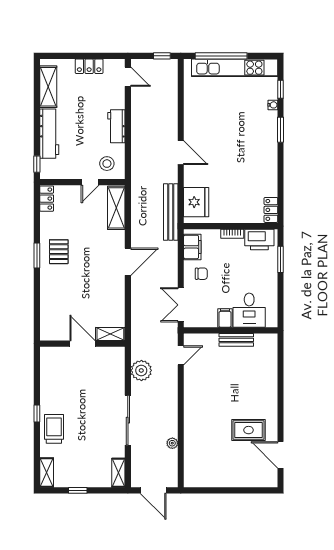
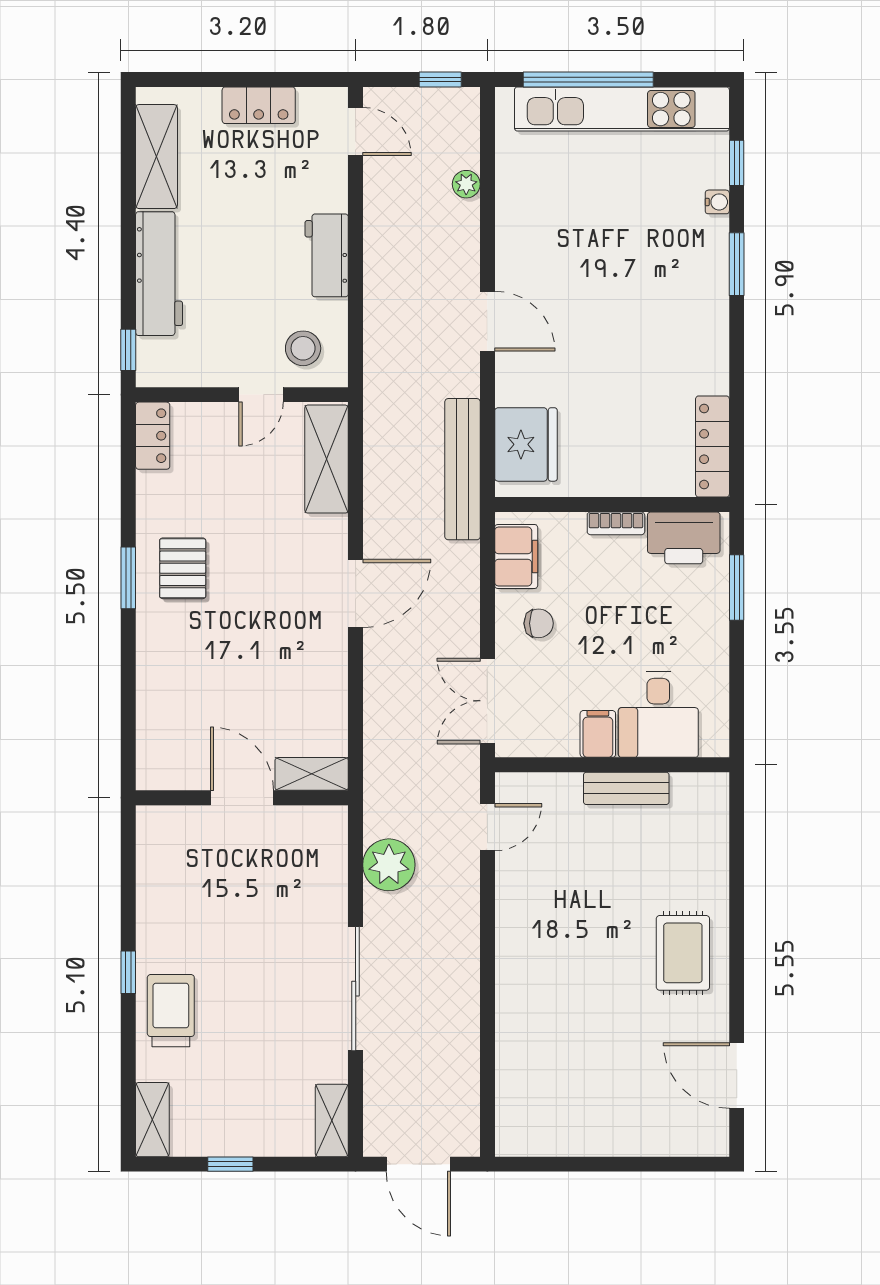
locker: (271, 210) -> (712, 447), width x1.53
rug: (249, 430) -> (683, 953), moved, turned 90
plant: (172, 443) -> (466, 184), moved

